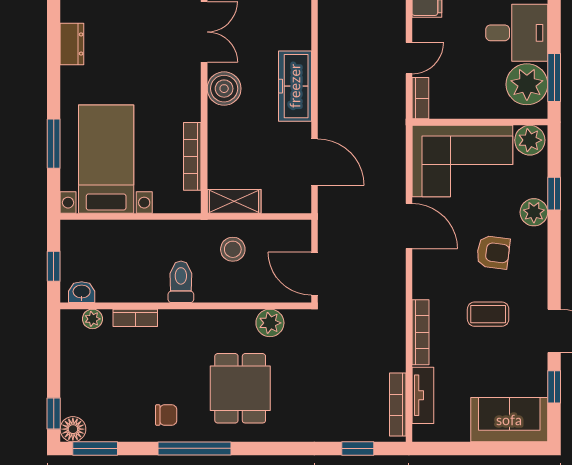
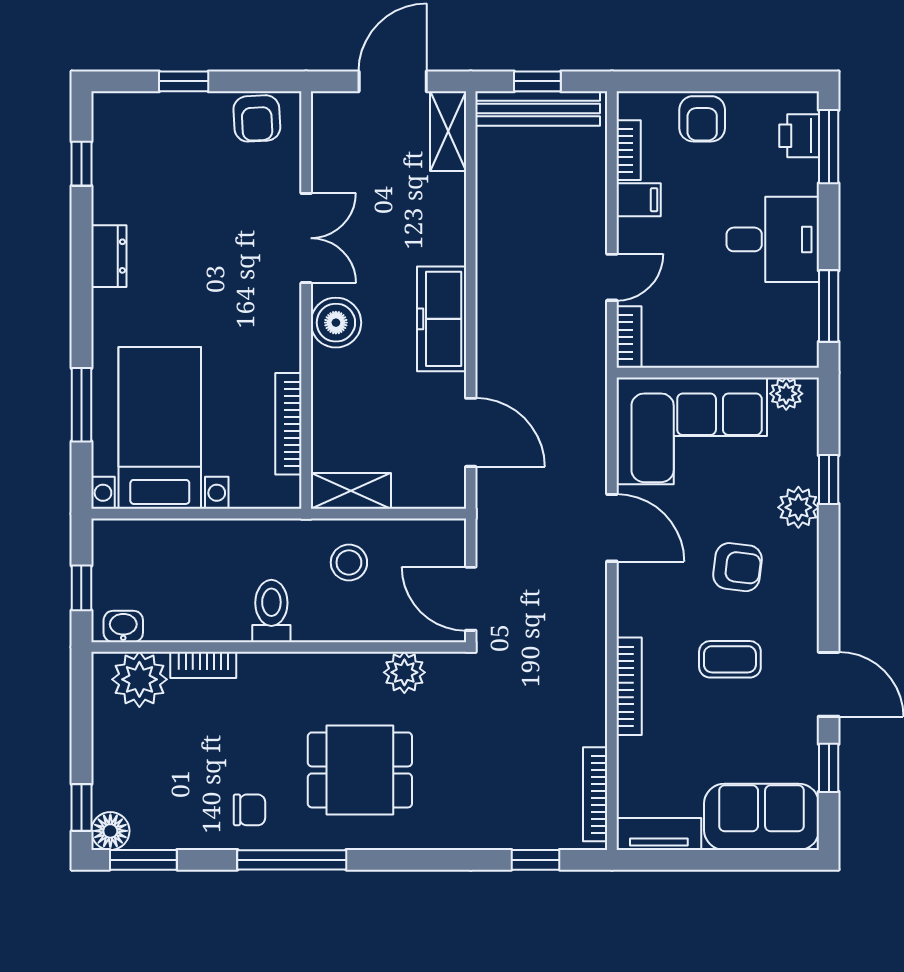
plant: (527, 84) -> (788, 316), removed
plant: (530, 140) -> (786, 394), width x0.73, depth x0.73
plant: (92, 319) -> (139, 679), width x1.88, depth x1.88
dining table: (240, 388) -> (360, 770), turned 90
tv unit: (423, 395) -> (659, 834), moved, turned -90

